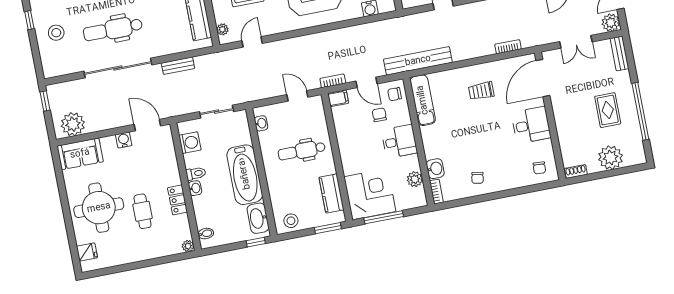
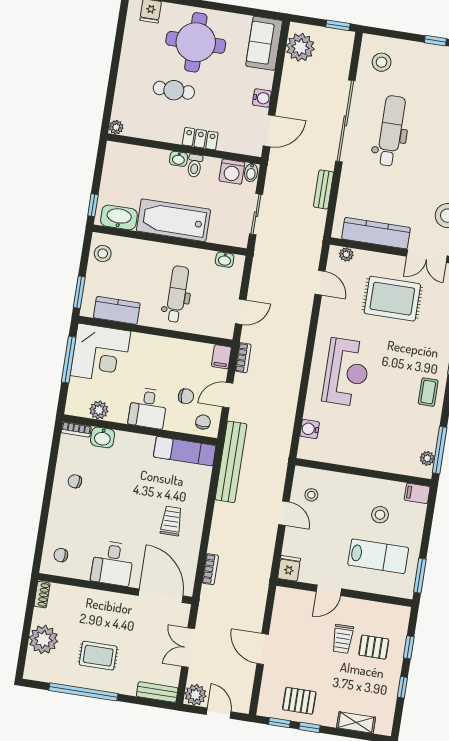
stool: (56, 33) -> (382, 62), moved
locker: (178, 200) -> (200, 139), moved
bidet: (206, 234) -> (251, 172), moved

